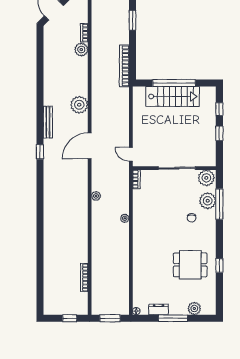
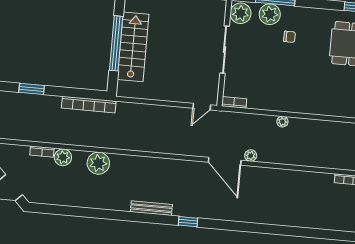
plant: (79, 105) -> (98, 163), moved
door: (90, 146) -> (225, 161), moved

